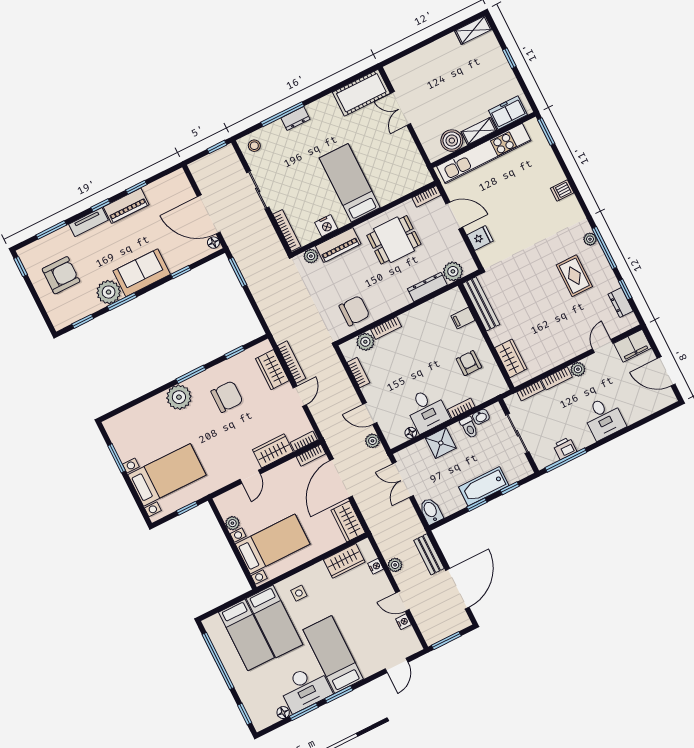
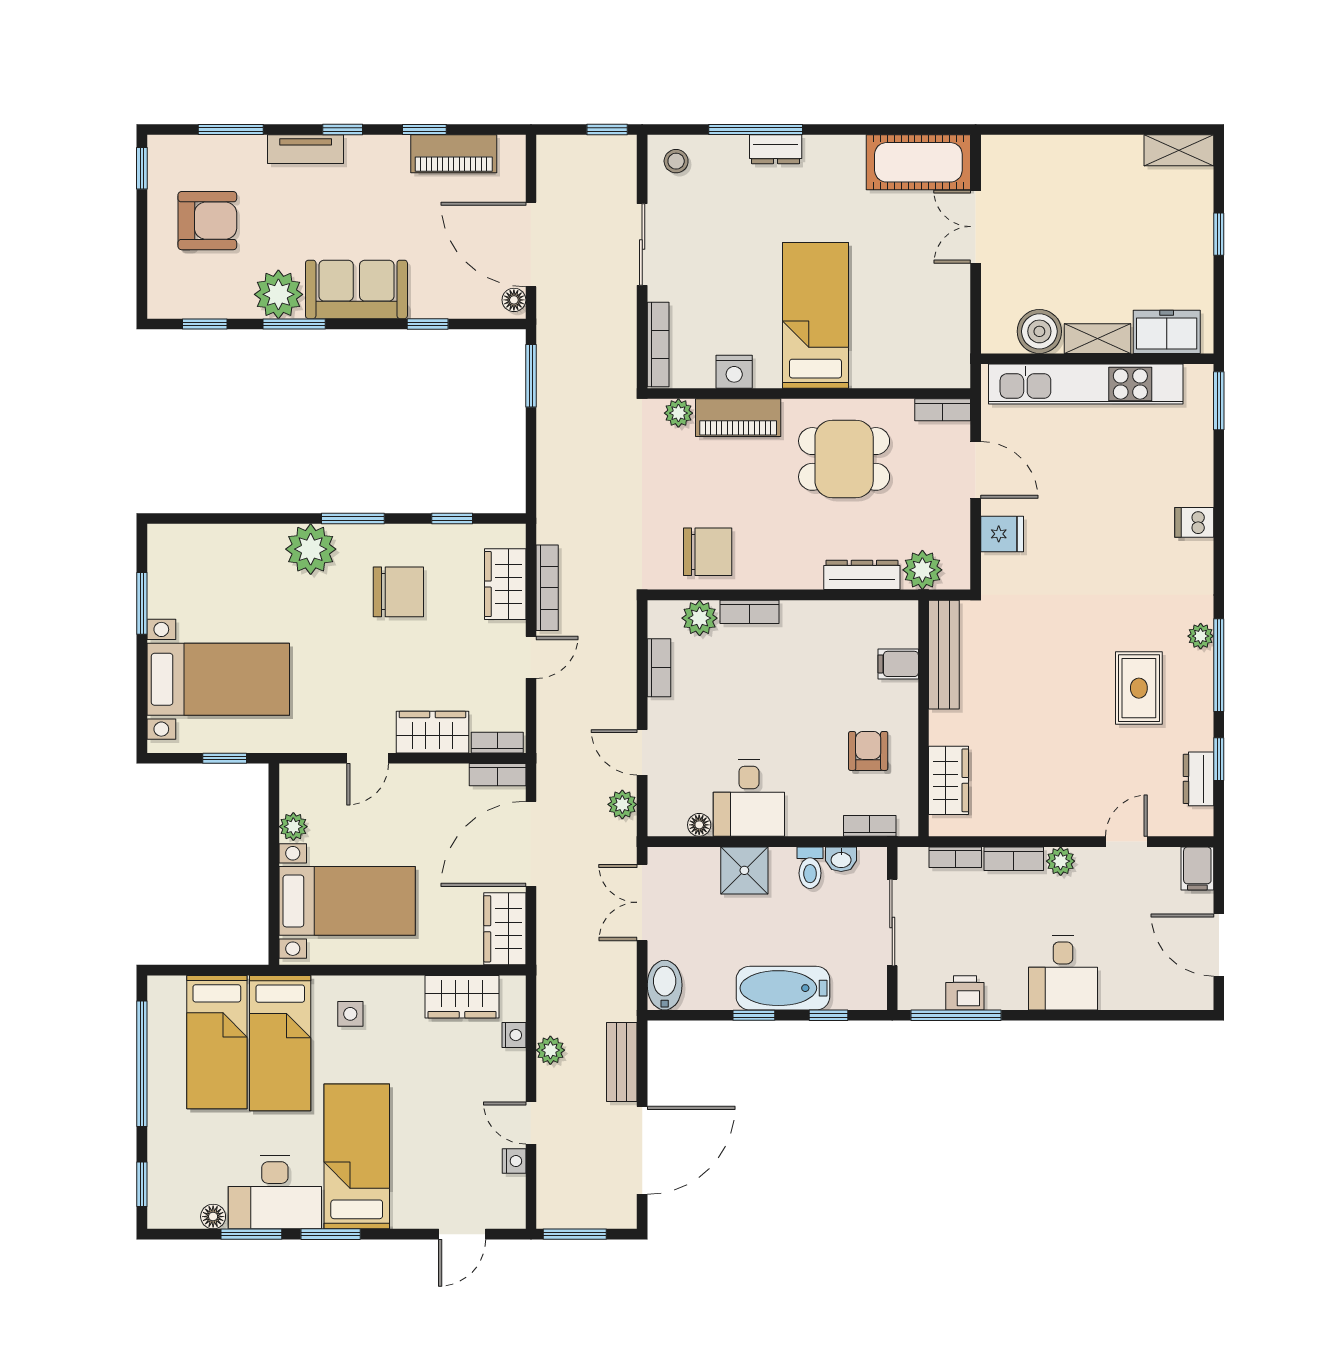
piano: (126, 206) -> (454, 154), moved
filing cabinet: (633, 346) -> (1197, 868), width x0.50
bookcase: (461, 408) -> (870, 826), moved

